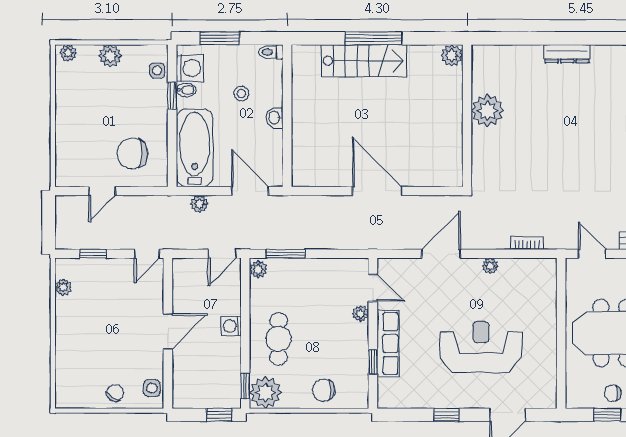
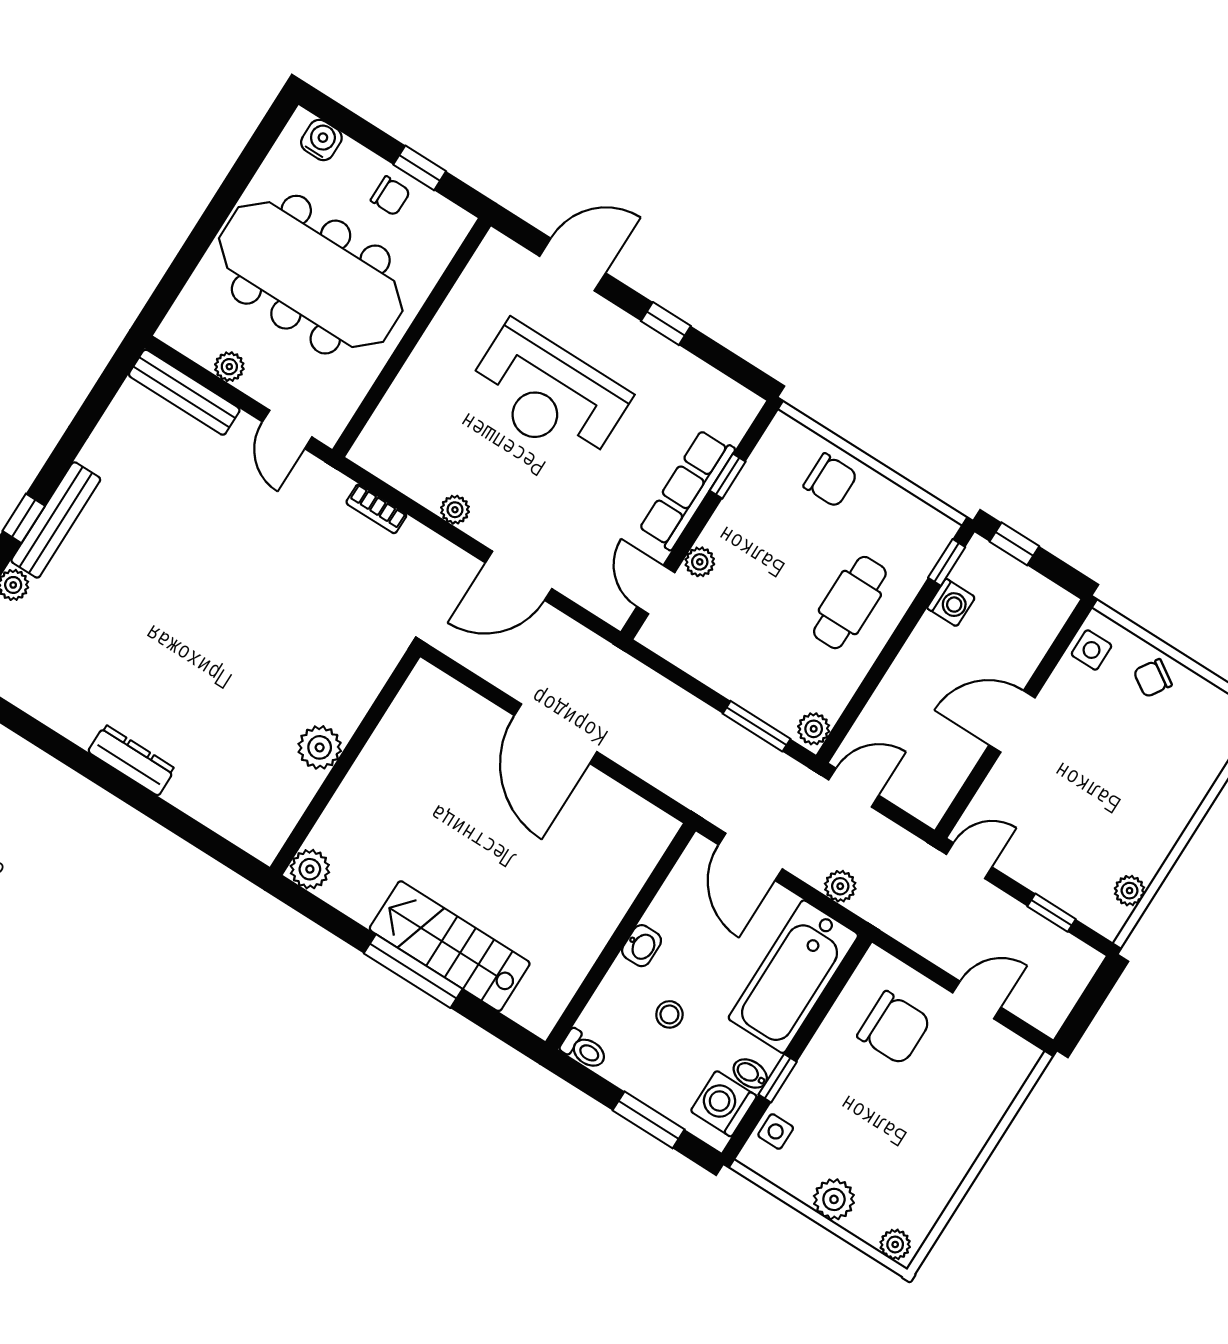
plant: (487, 111) -> (320, 747), width x0.73, depth x0.73
washing machine: (231, 326) -> (951, 603), moved
plant: (265, 393) -> (922, 533), removed

